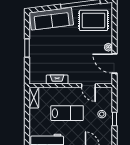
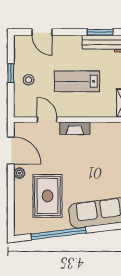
rug: (93, 20) -> (47, 196), moved, turned 90
fireplace: (57, 79) -> (75, 128), moved

